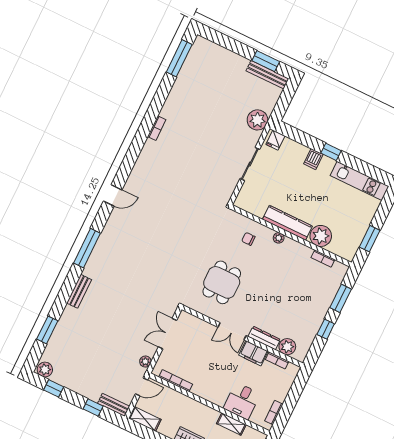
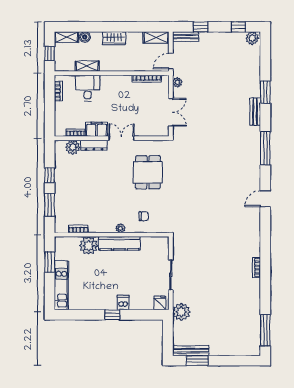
kitchen unit: (360, 181) -> (61, 285), moved, turned 90
window: (47, 330) -> (265, 92), moved

